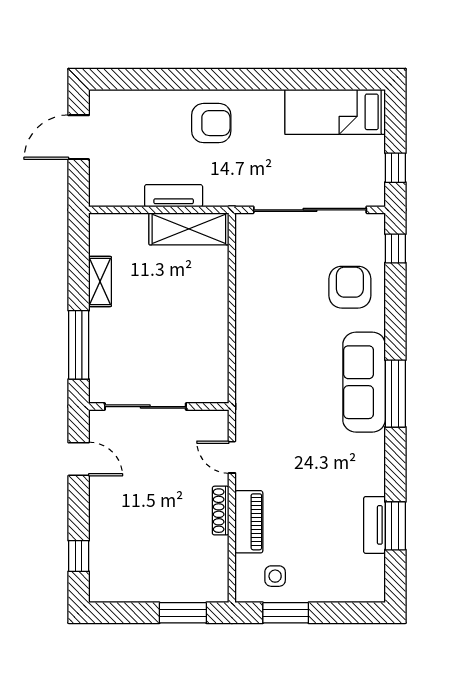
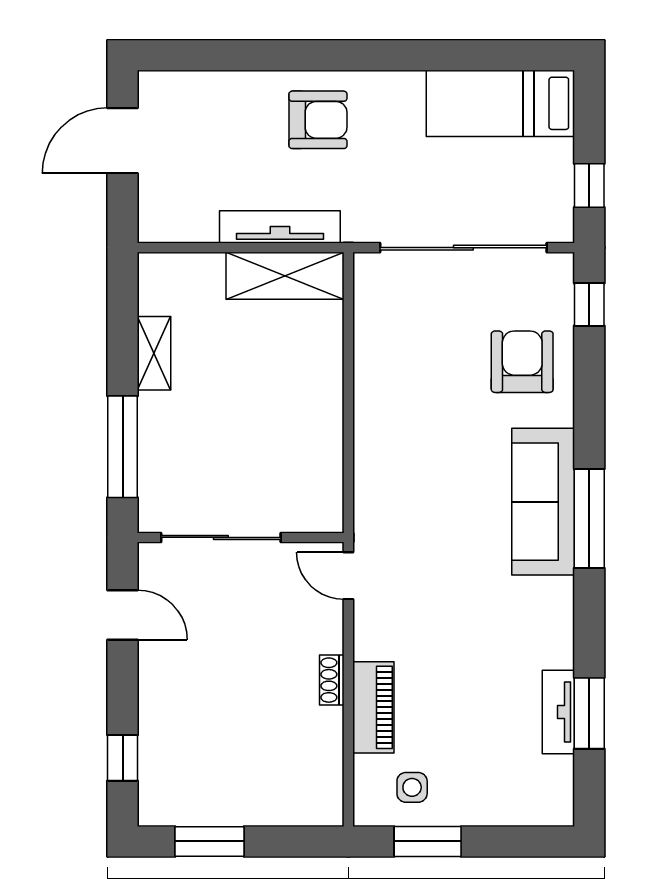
tv unit: (174, 196) -> (280, 227), width x1.41
door: (232, 457) -> (348, 576), moved
shoe rack: (221, 511) -> (332, 680), width x0.70
window: (183, 613) -> (210, 841), moved

